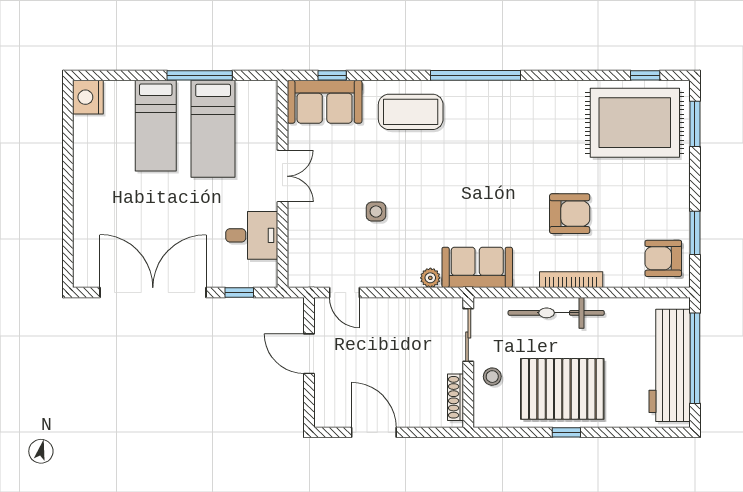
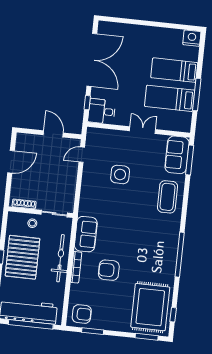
window: (332, 75) -> (190, 160), width x2.17
window: (476, 75) -> (180, 255), moved
double door: (283, 176) -> (143, 130), swing flipped
side table: (376, 212) -> (120, 174), width x1.87, depth x1.87
armchair: (570, 214) -> (109, 270), turned 90
desk: (252, 235) -> (102, 111), moved, turned 90
armchair: (663, 258) -> (82, 314), turned 90
sofa: (477, 267) -> (86, 234), moved
plant: (430, 278) -> (84, 198), removed
door: (309, 354) -> (53, 134), hinge flipped

